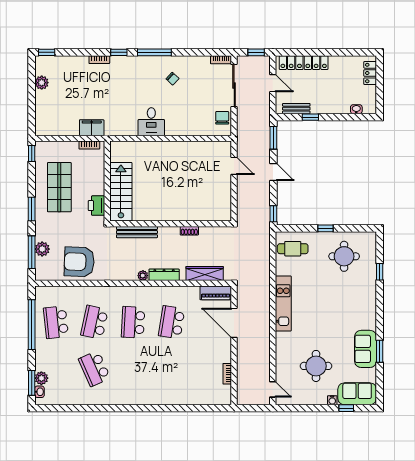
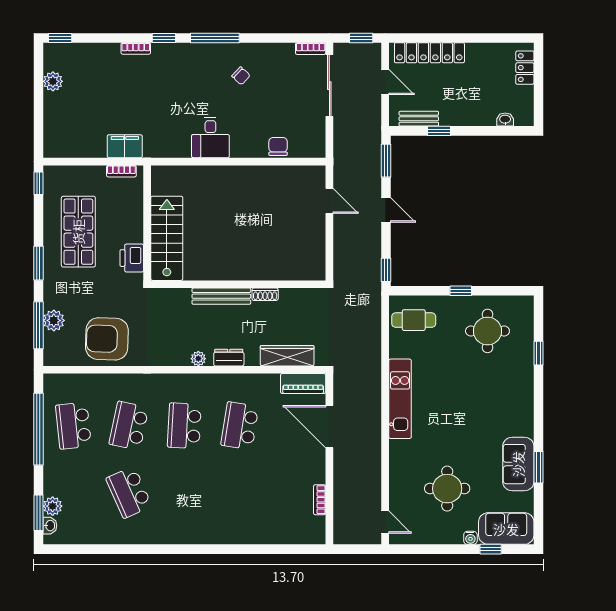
chair: (222, 118) -> (278, 146), moved
bench: (137, 232) -> (221, 296), moved
dresser: (164, 275) -> (229, 358), width x0.70

